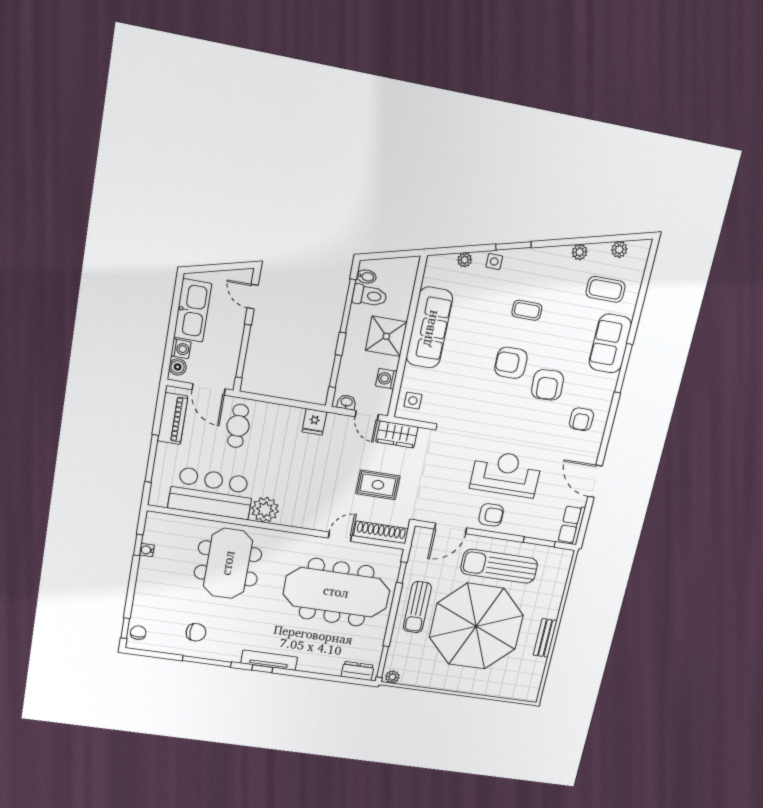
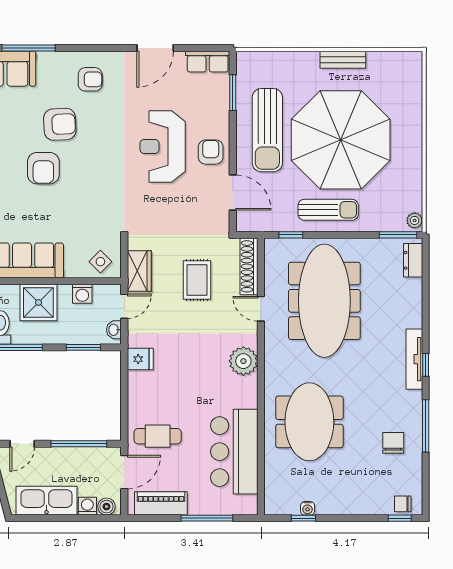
side table: (413, 401) -> (100, 262), turned 45
plant: (265, 510) -> (243, 361), moved
meeting table: (228, 563) -> (309, 422), turned 90

